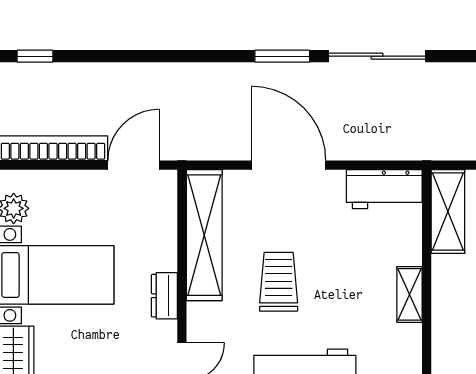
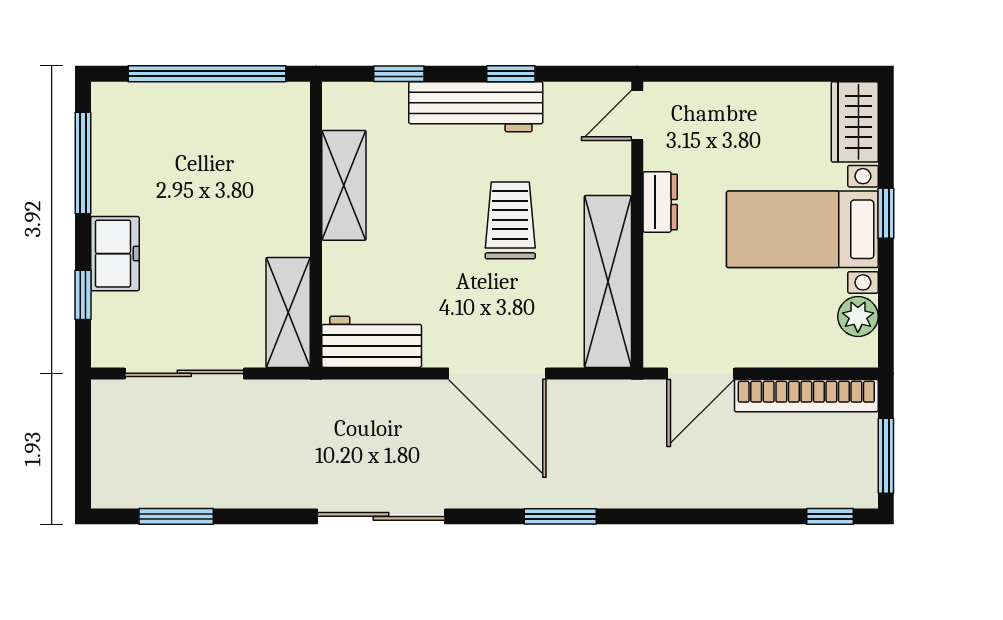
window: (282, 56) -> (560, 516), moved
trolley: (279, 282) -> (510, 220), turned 180
shelving: (410, 294) -> (344, 185), width x1.50, depth x1.33

